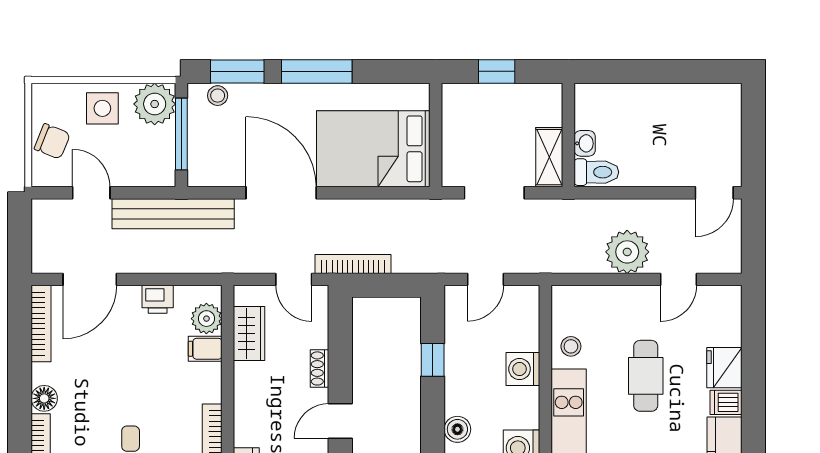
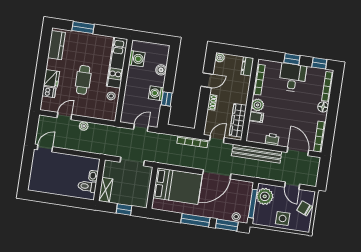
plant: (155, 104) -> (265, 196), moved
shelving: (549, 157) -> (106, 190), moved
toilet: (596, 172) -> (87, 186), moved
door: (281, 193) -> (217, 174), hinge flipped
bench: (173, 214) -> (257, 154), moved
plant: (627, 252) -> (84, 126), width x0.53, depth x0.53
door: (90, 279) -> (298, 151), hinge flipped
door: (294, 279) -> (217, 139), hinge flipped
plant: (206, 319) -> (258, 105), moved
wardrobe: (249, 334) -> (238, 120), width x1.50
washing machine: (523, 369) -> (156, 93), moved, turned 180
dishwasher: (726, 402) -> (49, 92), moved

